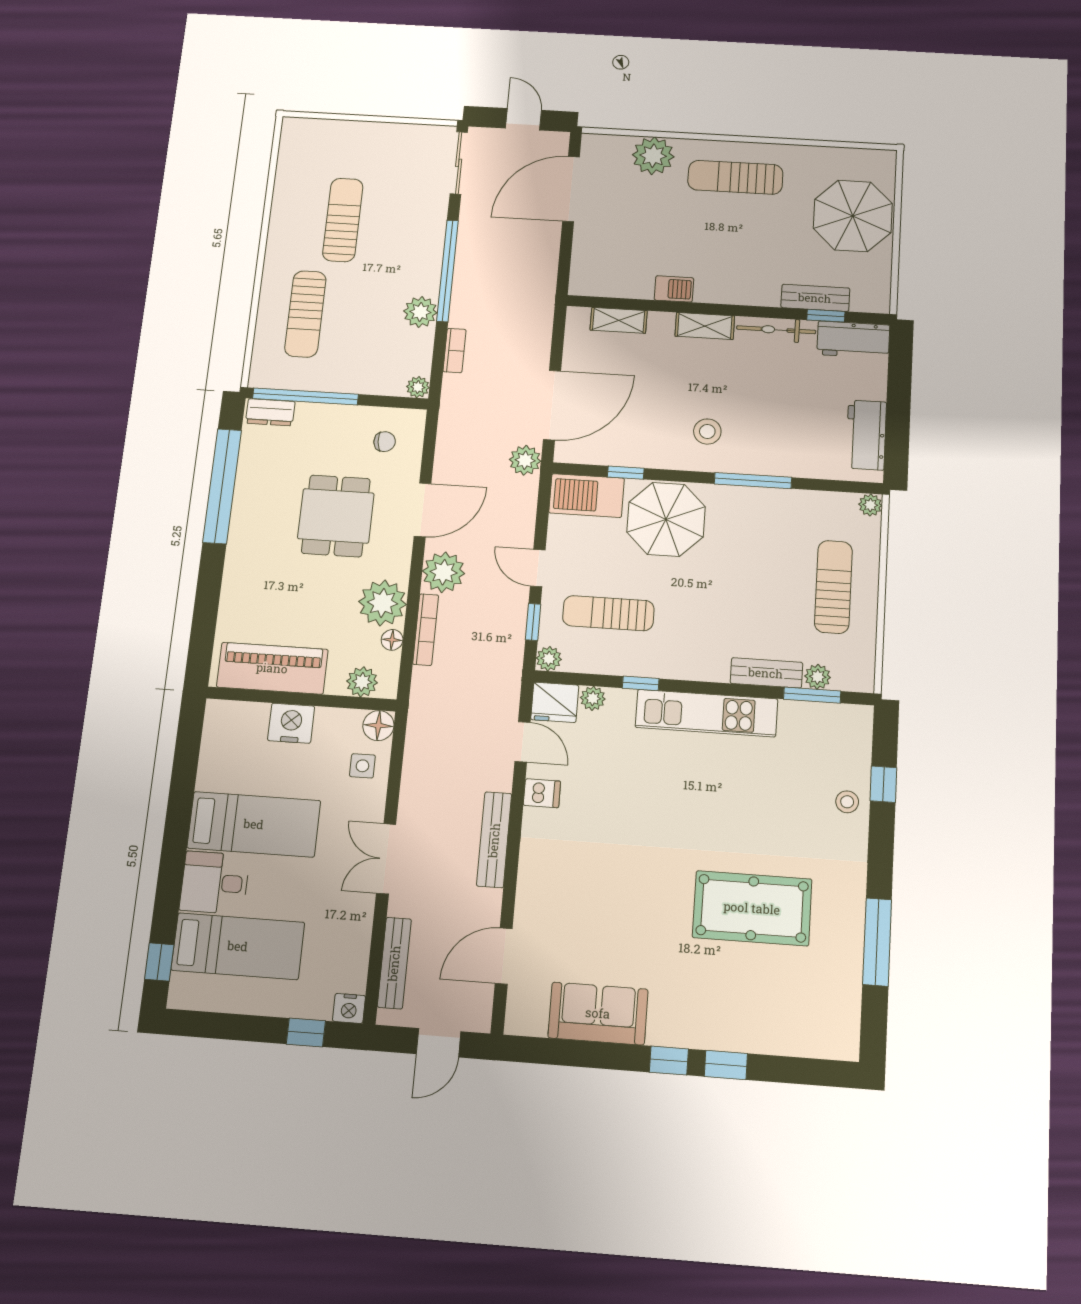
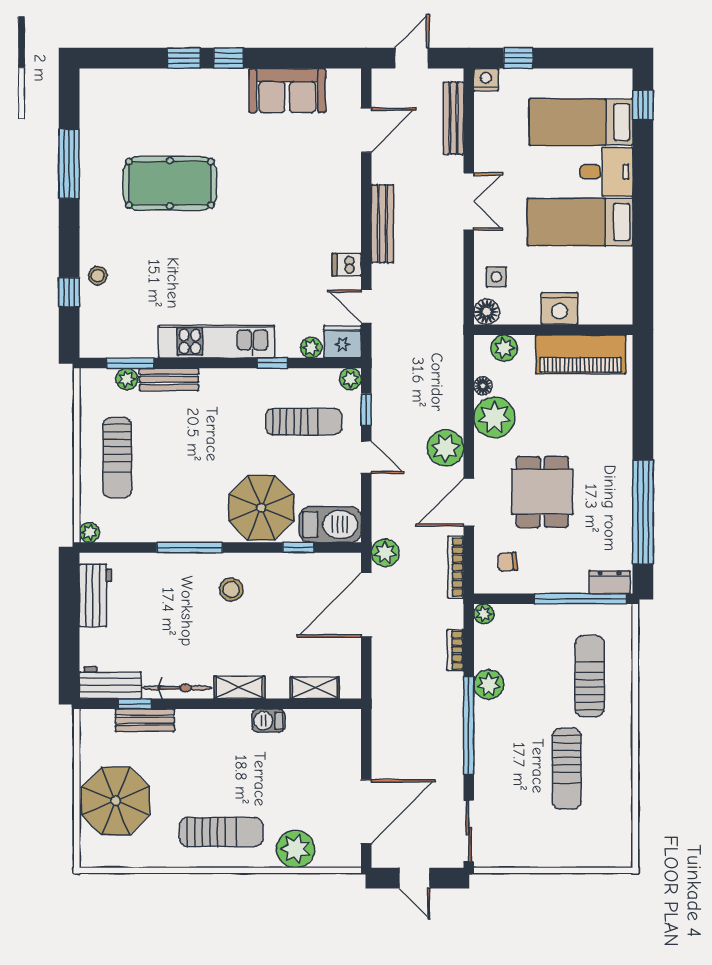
bookcase: (426, 630) -> (456, 567), moved

